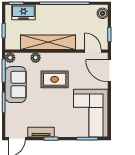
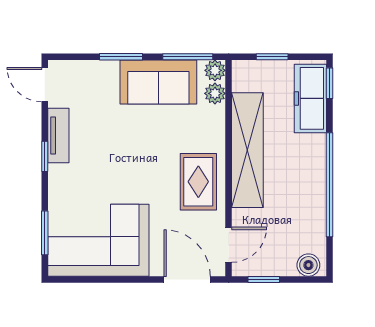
freezer: (23, 12) -> (310, 98), width x1.40
plant: (36, 58) -> (215, 93), moved
door: (109, 71) -> (187, 279), hinge flipped
rug: (55, 79) -> (198, 182), moved

